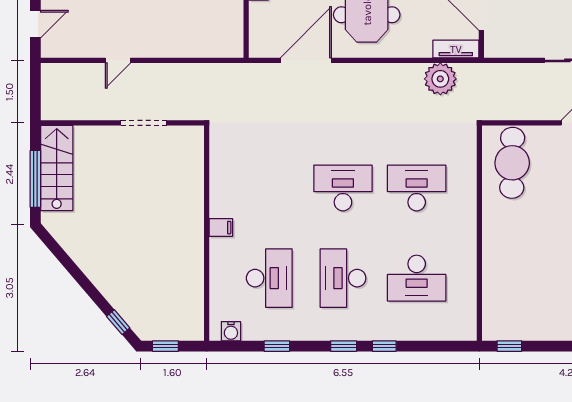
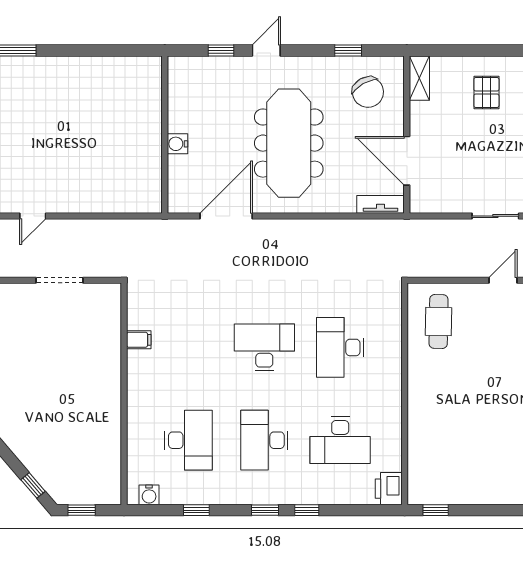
plant: (440, 79) -> (365, 235), removed
cafe table: (512, 163) -> (439, 321), width x0.73, depth x0.74
desk: (417, 188) -> (340, 347), turned -90
filing cabinet: (221, 228) -> (139, 340), moved
printer: (464, 325) -> (389, 489), added

